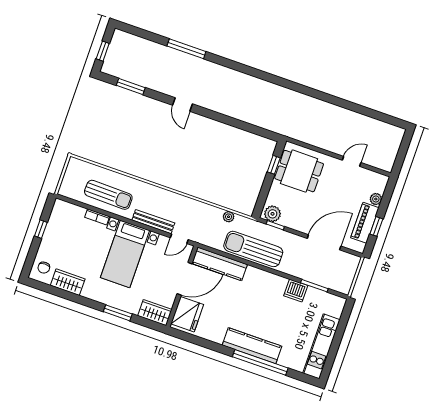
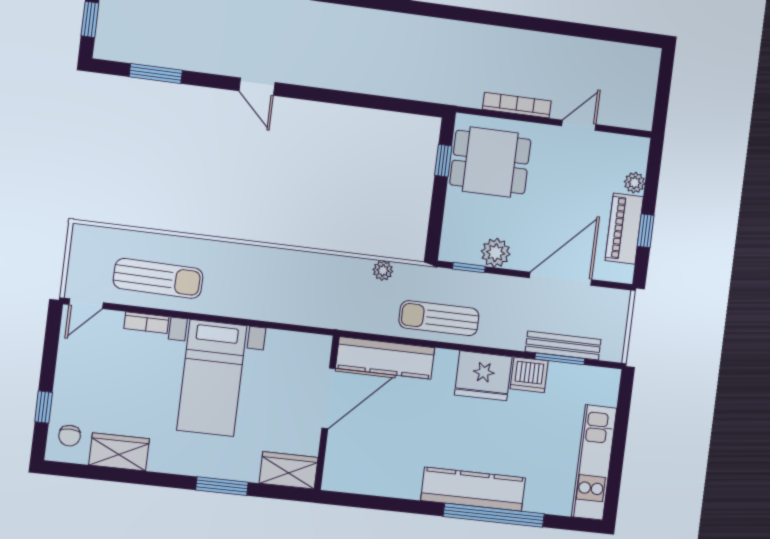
bookcase: (320, 143) -> (517, 105), added
plant: (272, 214) -> (496, 253), moved
bench: (153, 222) -> (563, 346), moved
window: (41, 229) -> (44, 407), moved
door: (179, 239) -> (86, 304), moved
sun lounger: (253, 249) -> (439, 318), width x0.73, depth x0.75
fridge: (187, 314) -> (483, 376), moved, turned 90

